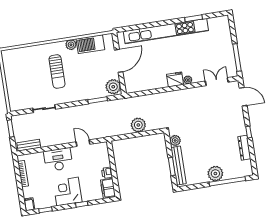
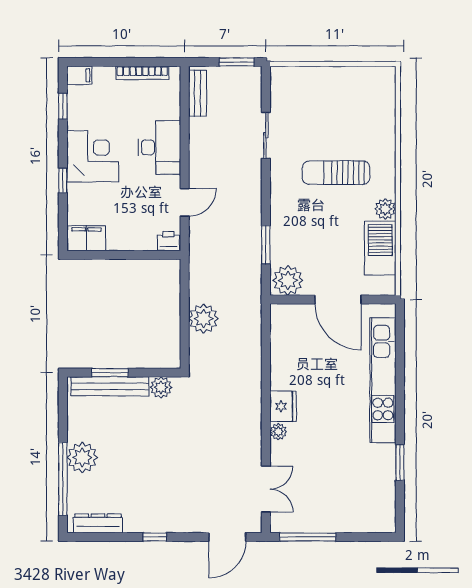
kitchen unit: (166, 31) -> (383, 380), width x0.73
dresser: (244, 148) -> (98, 523), moved
printer: (107, 173) -> (168, 241), moved

